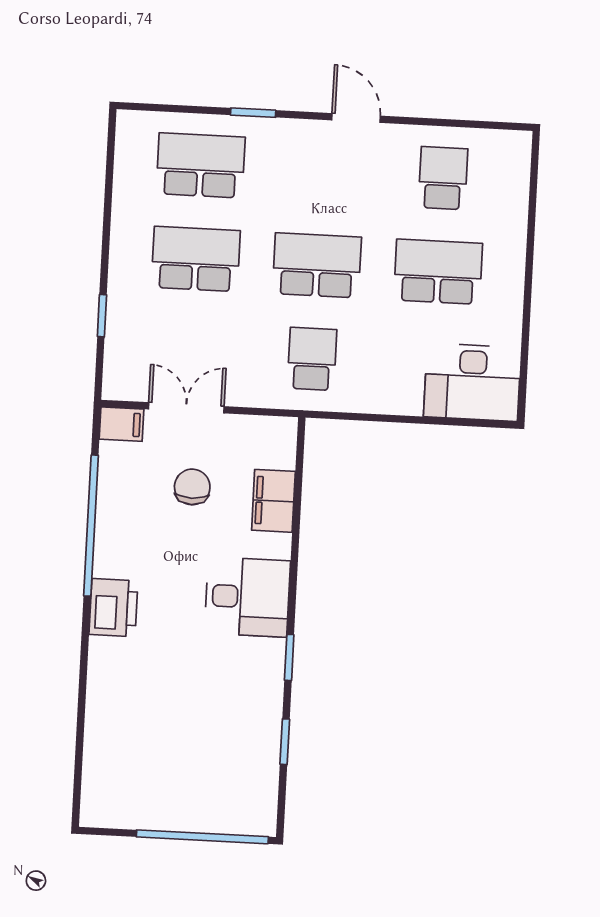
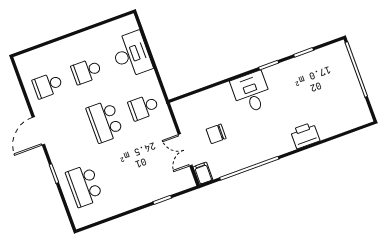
door: (356, 118) -> (38, 131), width x1.38
school desk: (196, 259) -> (123, 172), removed
school desk: (438, 272) -> (87, 71), width x0.54
desk: (472, 382) -> (131, 54), moved
filing cabinet: (273, 501) -> (208, 98), removed
printer: (113, 608) -> (305, 135), moved

